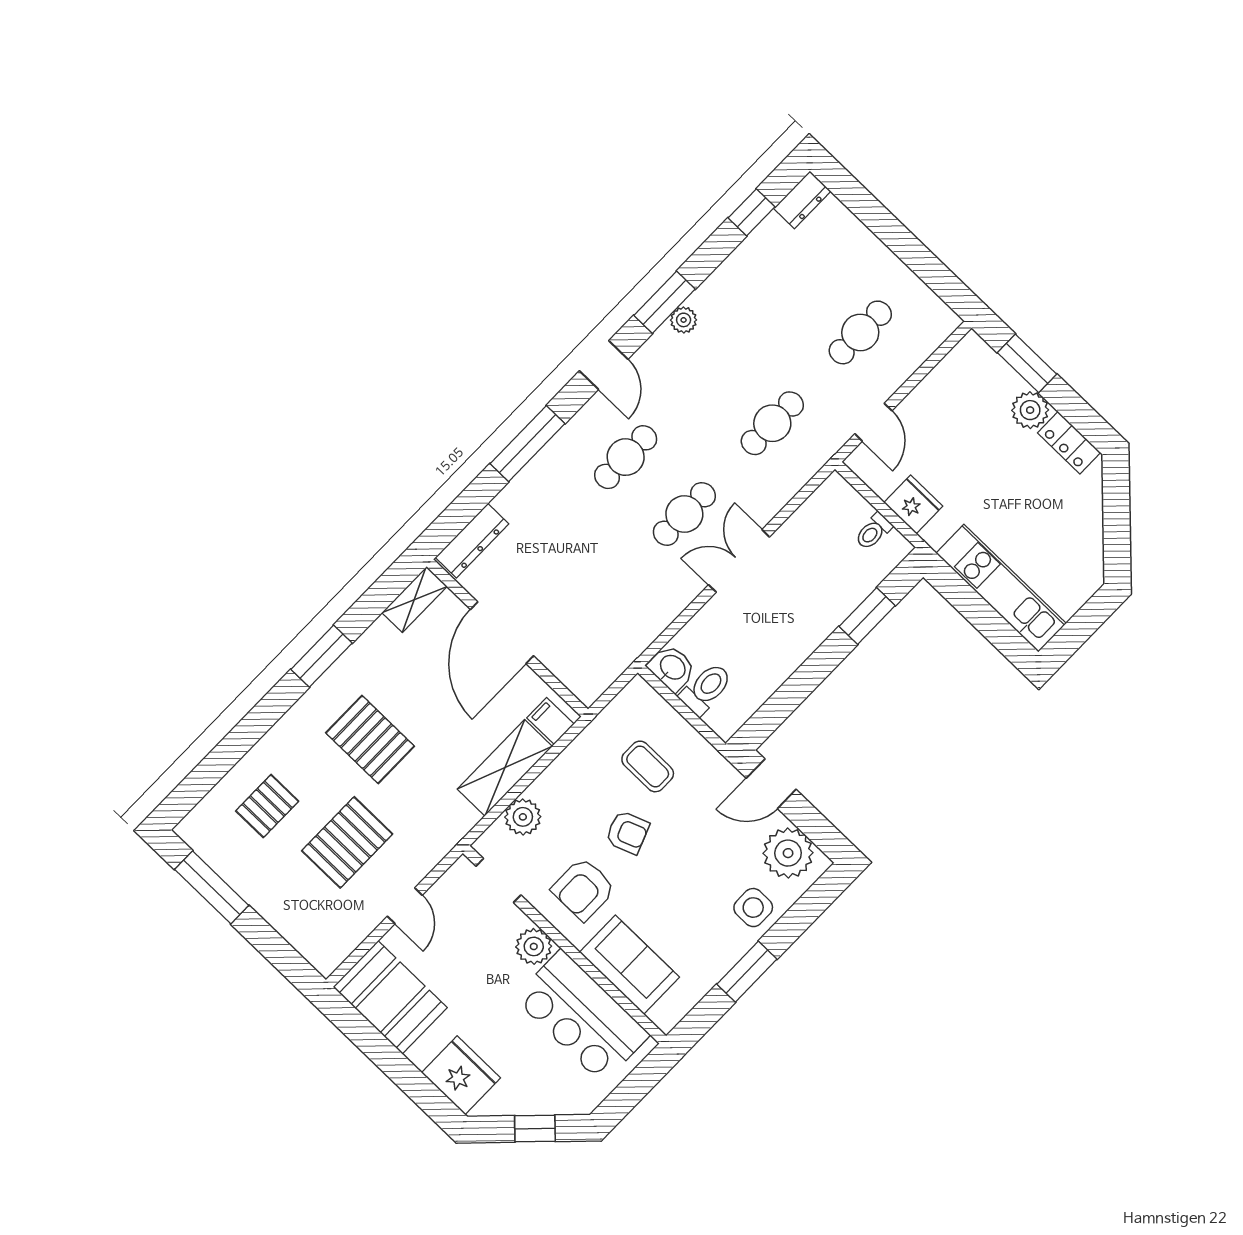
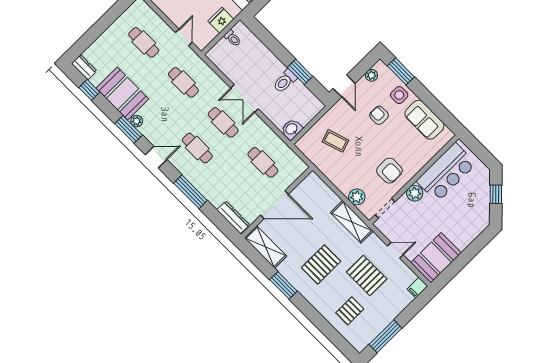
booth: (745, 287) -> (122, 94), added
door: (873, 422) -> (184, 37), hinge flipped
shelving: (414, 600) -> (266, 247), width x1.50, depth x1.33
cafe table: (596, 605) -> (263, 162), added
window: (867, 616) -> (300, 72), moved
toilet: (706, 689) -> (285, 81), moved, turned -90
filing cabinet: (550, 721) -> (417, 288), moved
coffee table: (648, 766) -> (335, 141), turned 72
shelving: (505, 768) -> (352, 222), moved
pallet: (267, 806) -> (350, 311), turned 90
armchair: (627, 832) -> (379, 115), moved, turned -69
plant: (788, 853) -> (372, 75), width x0.53, depth x0.53
sofa: (629, 965) -> (424, 120), moved, turned -90
window: (747, 972) -> (401, 71), moved
fridge: (461, 1075) -> (471, 227), removed

